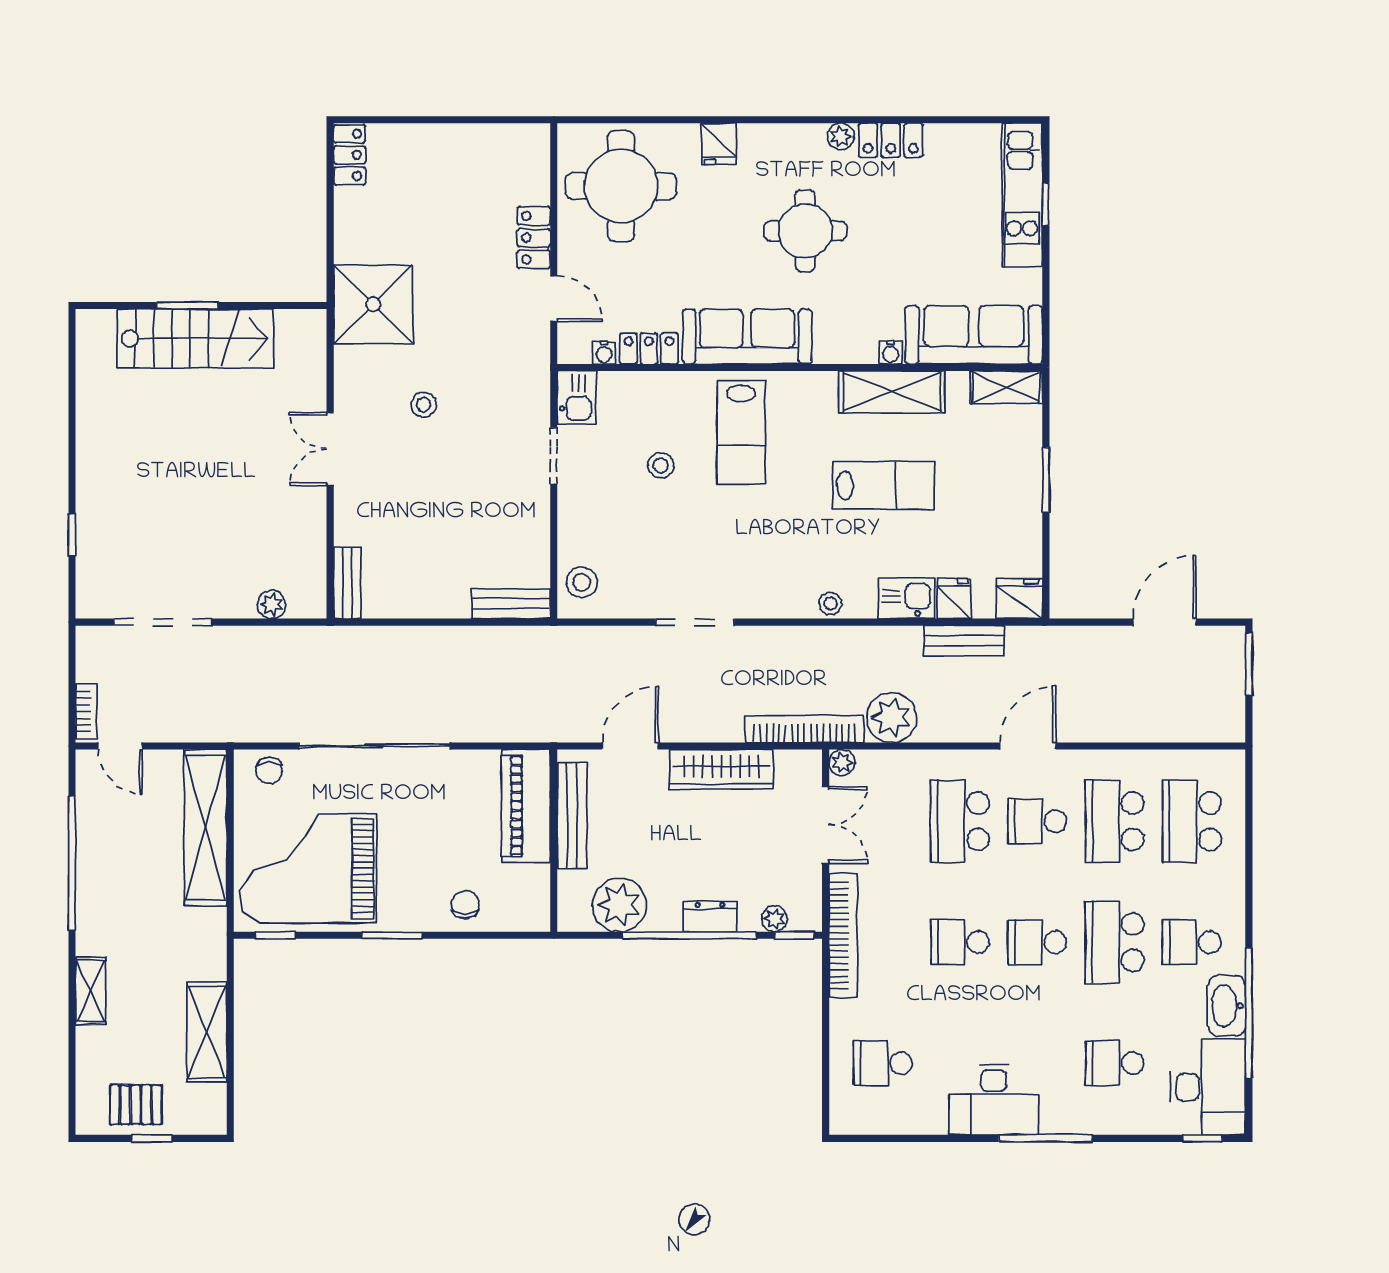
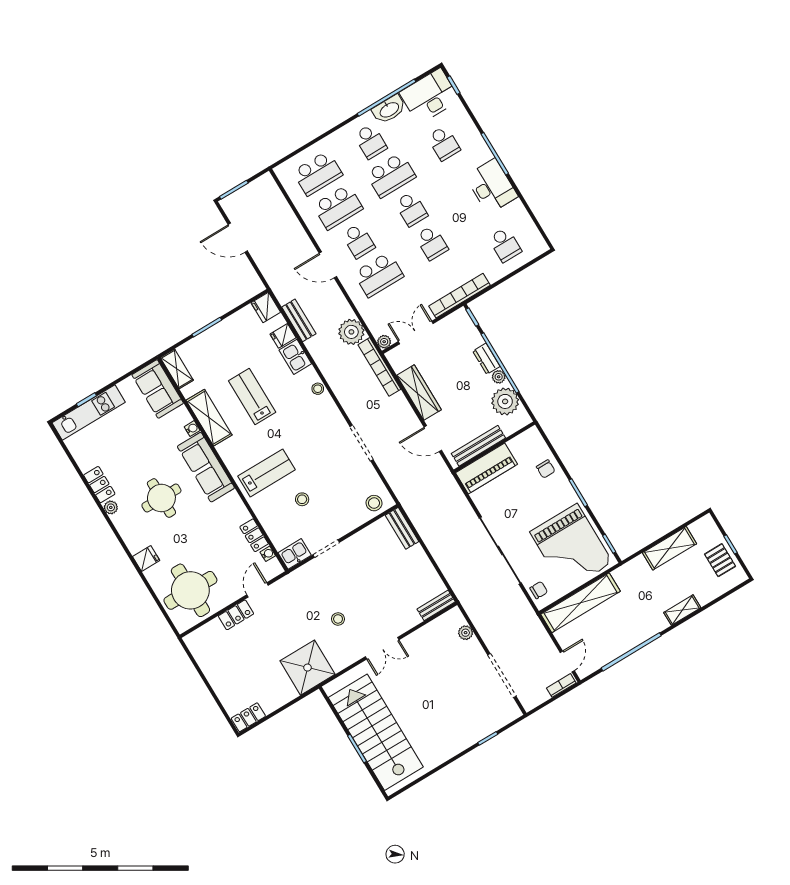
sofa: (974, 335) -> (158, 389), width x0.73
sofa: (747, 337) -> (206, 467), moved
stairs: (196, 339) -> (376, 732), width x1.36, depth x1.51
chair: (465, 905) -> (546, 469), turned -90
plant: (774, 919) -> (499, 377), moved

